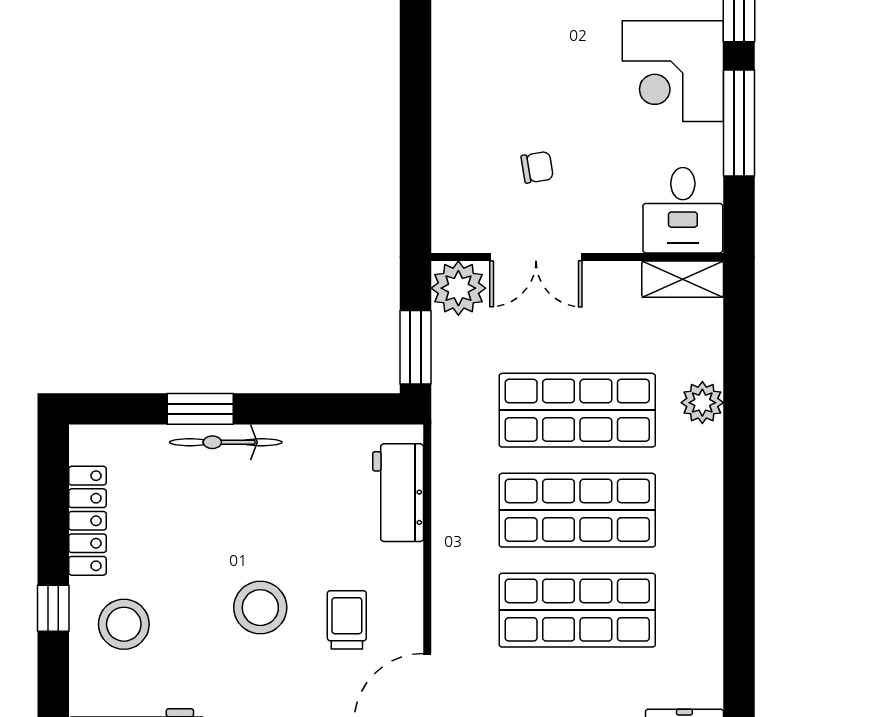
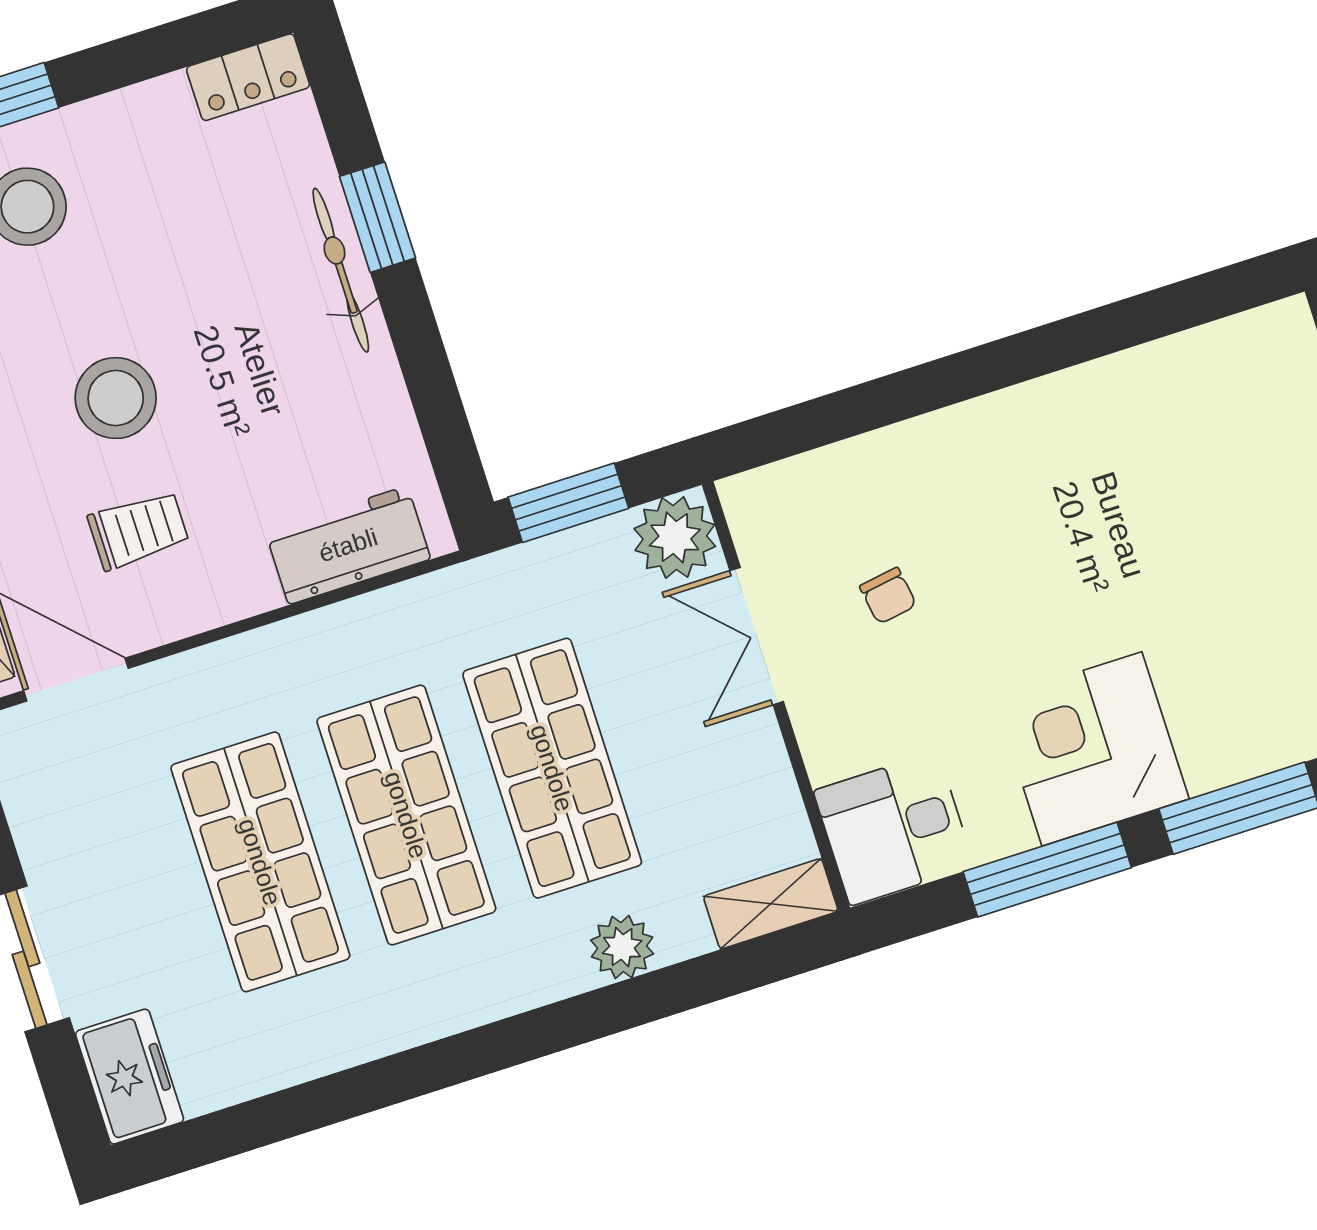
shelving: (683, 279) -> (771, 904), moved, turned 90
locker: (87, 521) -> (248, 77), moved, width x0.66

